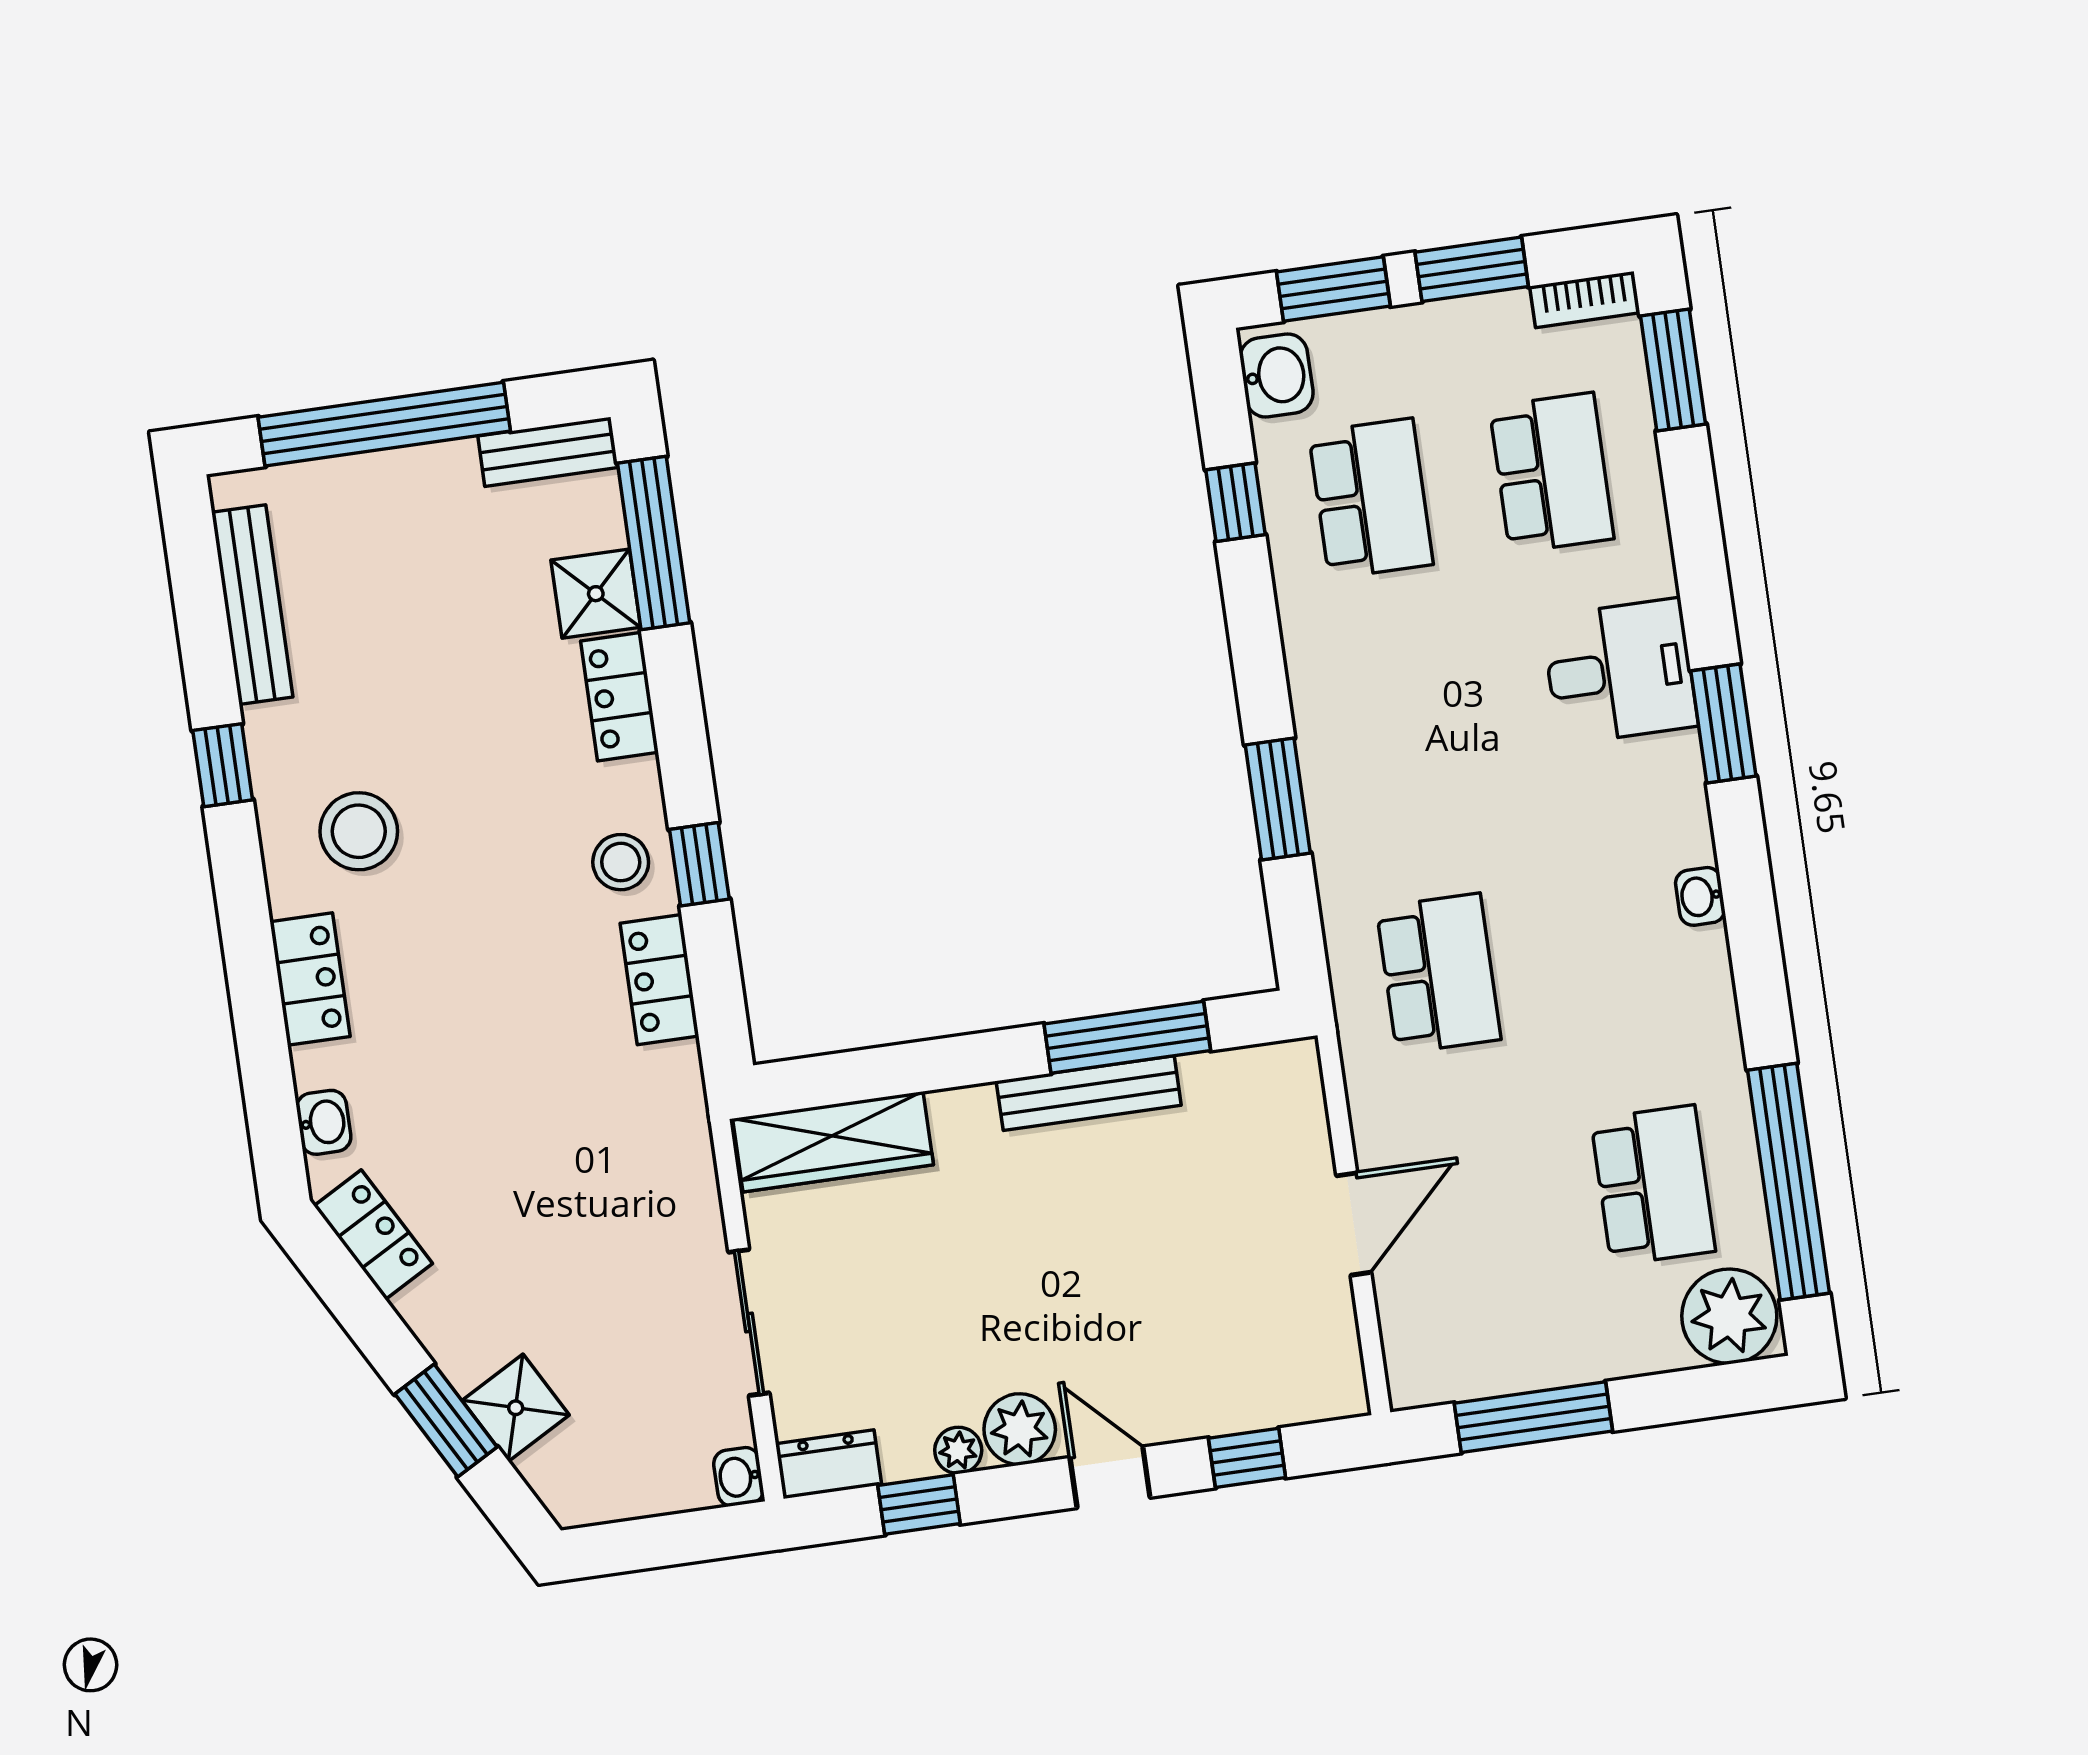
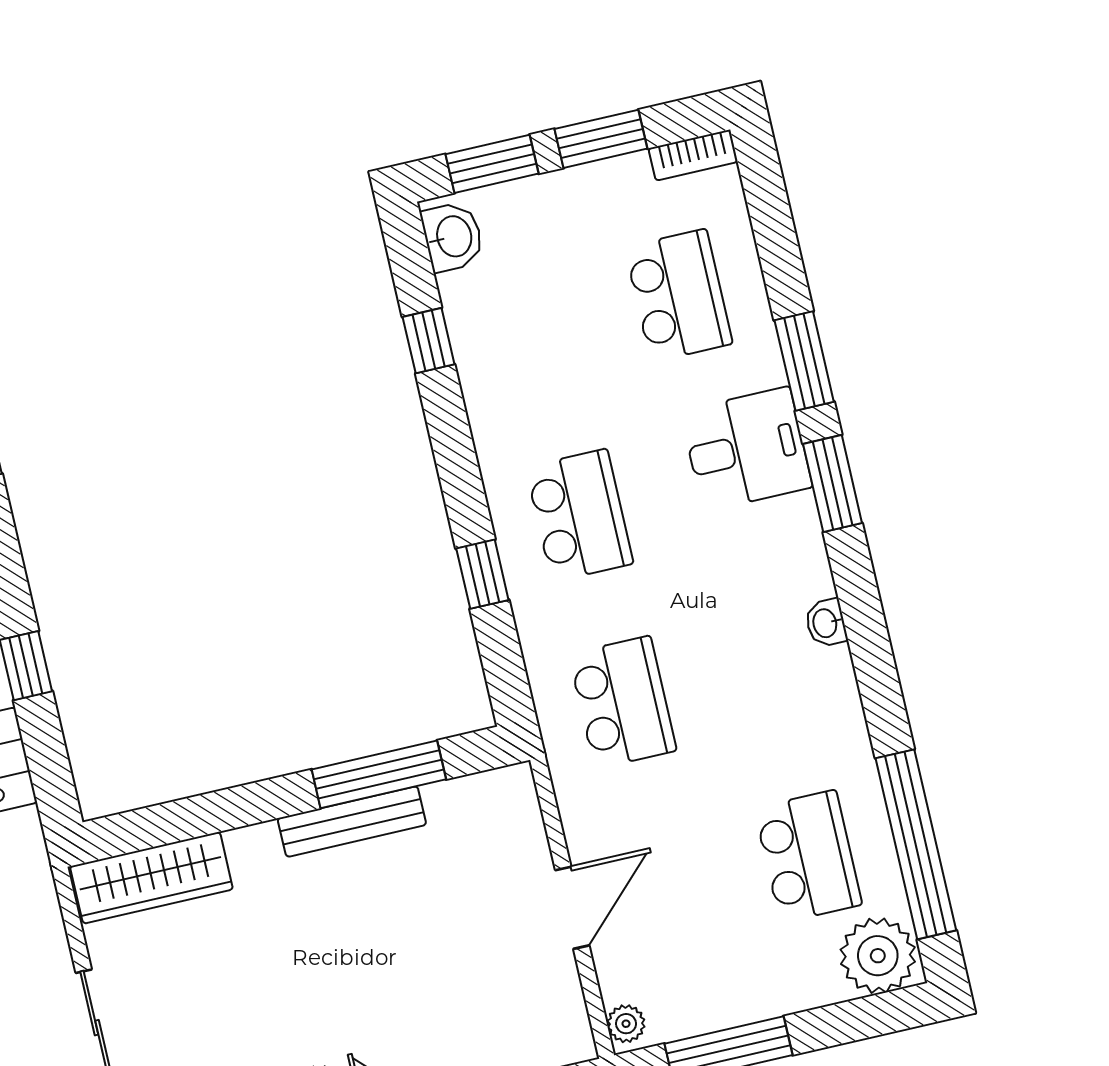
window: (1673, 370) -> (804, 361), moved
school desk: (1371, 498) -> (579, 515), moved
window: (1278, 799) -> (482, 574), width x0.67
plant: (1408, 1374) -> (626, 1024), added

